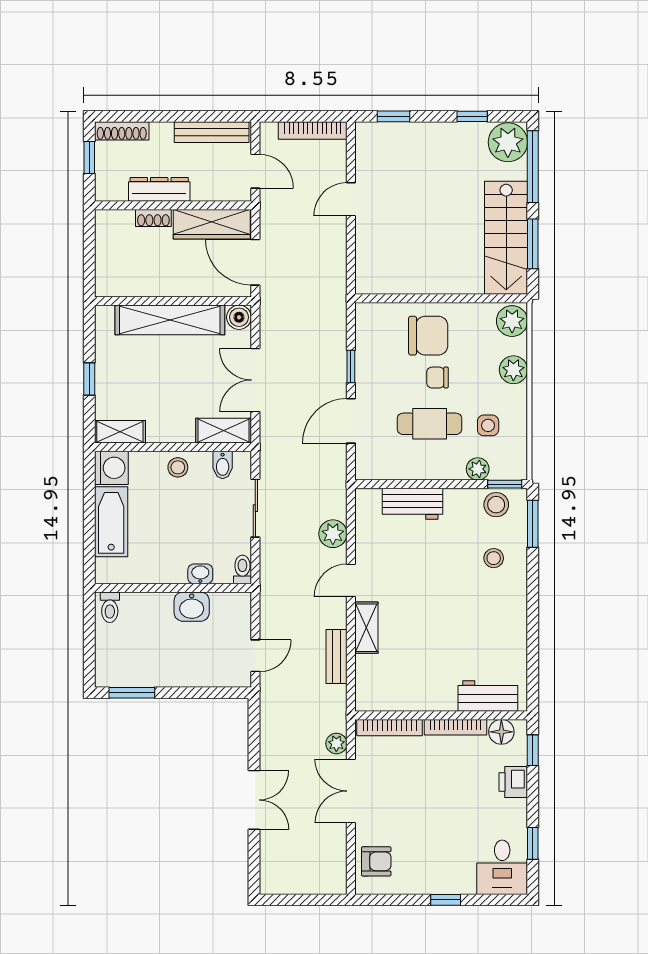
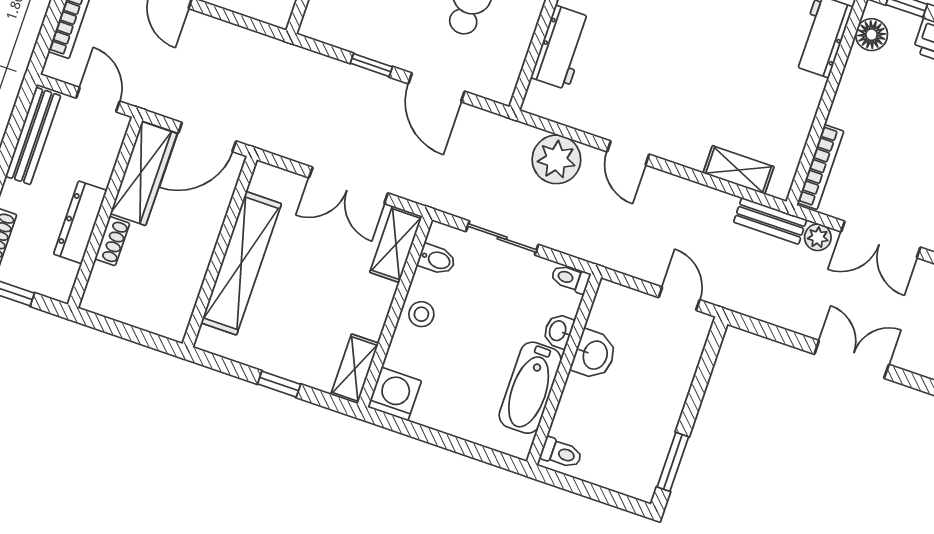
door: (255, 171) -> (98, 100), hinge flipped
boiler: (239, 317) -> (266, 179), removed
bathtub: (111, 522) -> (530, 388), moved, turned -90
plant: (333, 534) -> (556, 159), width x1.36, depth x1.36
shelving: (366, 628) -> (738, 170), moved
bench: (337, 657) -> (770, 221), moved
bookcase: (456, 727) -> (847, 88), removed

